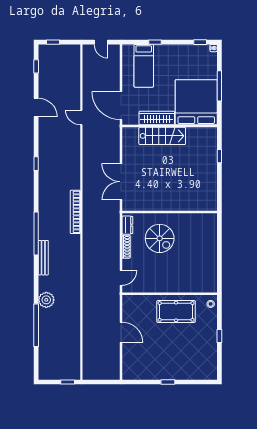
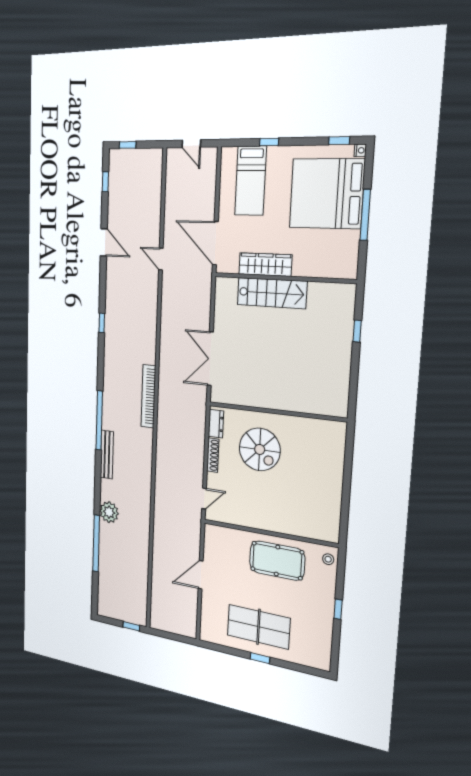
bed: (196, 102) -> (327, 194), moved, turned -90
door: (121, 332) -> (201, 575), swing flipped
table tennis table: (166, 360) -> (258, 627), added

